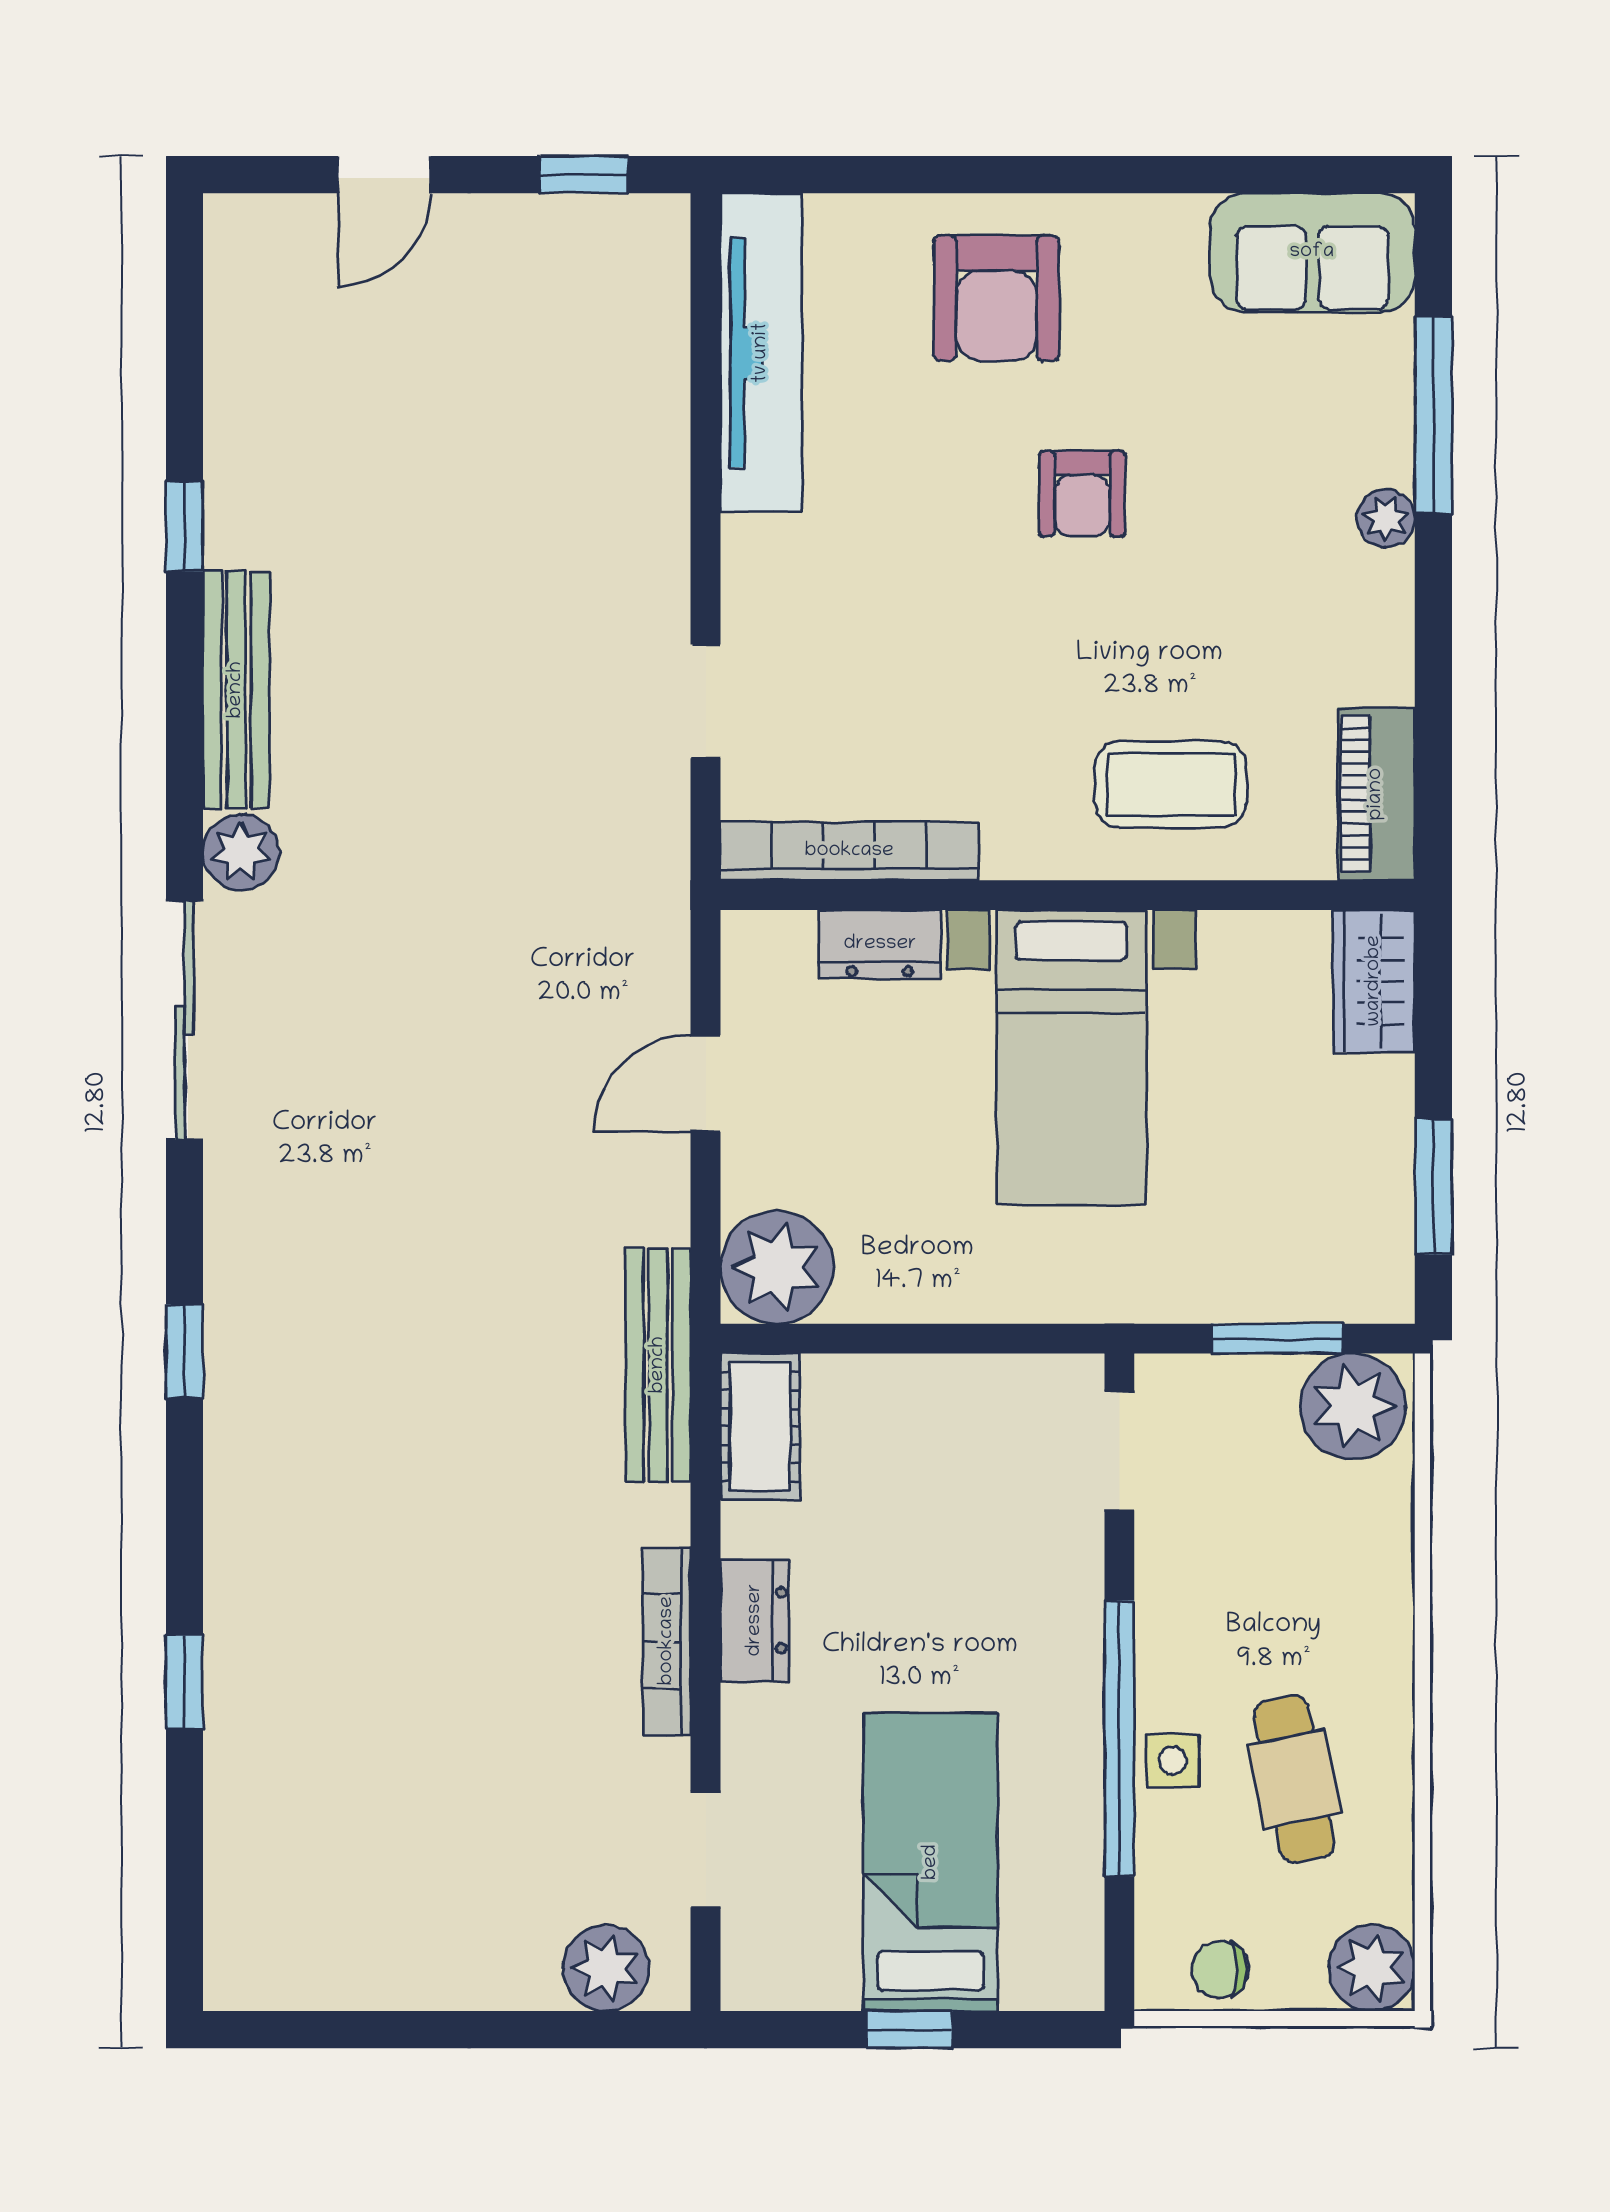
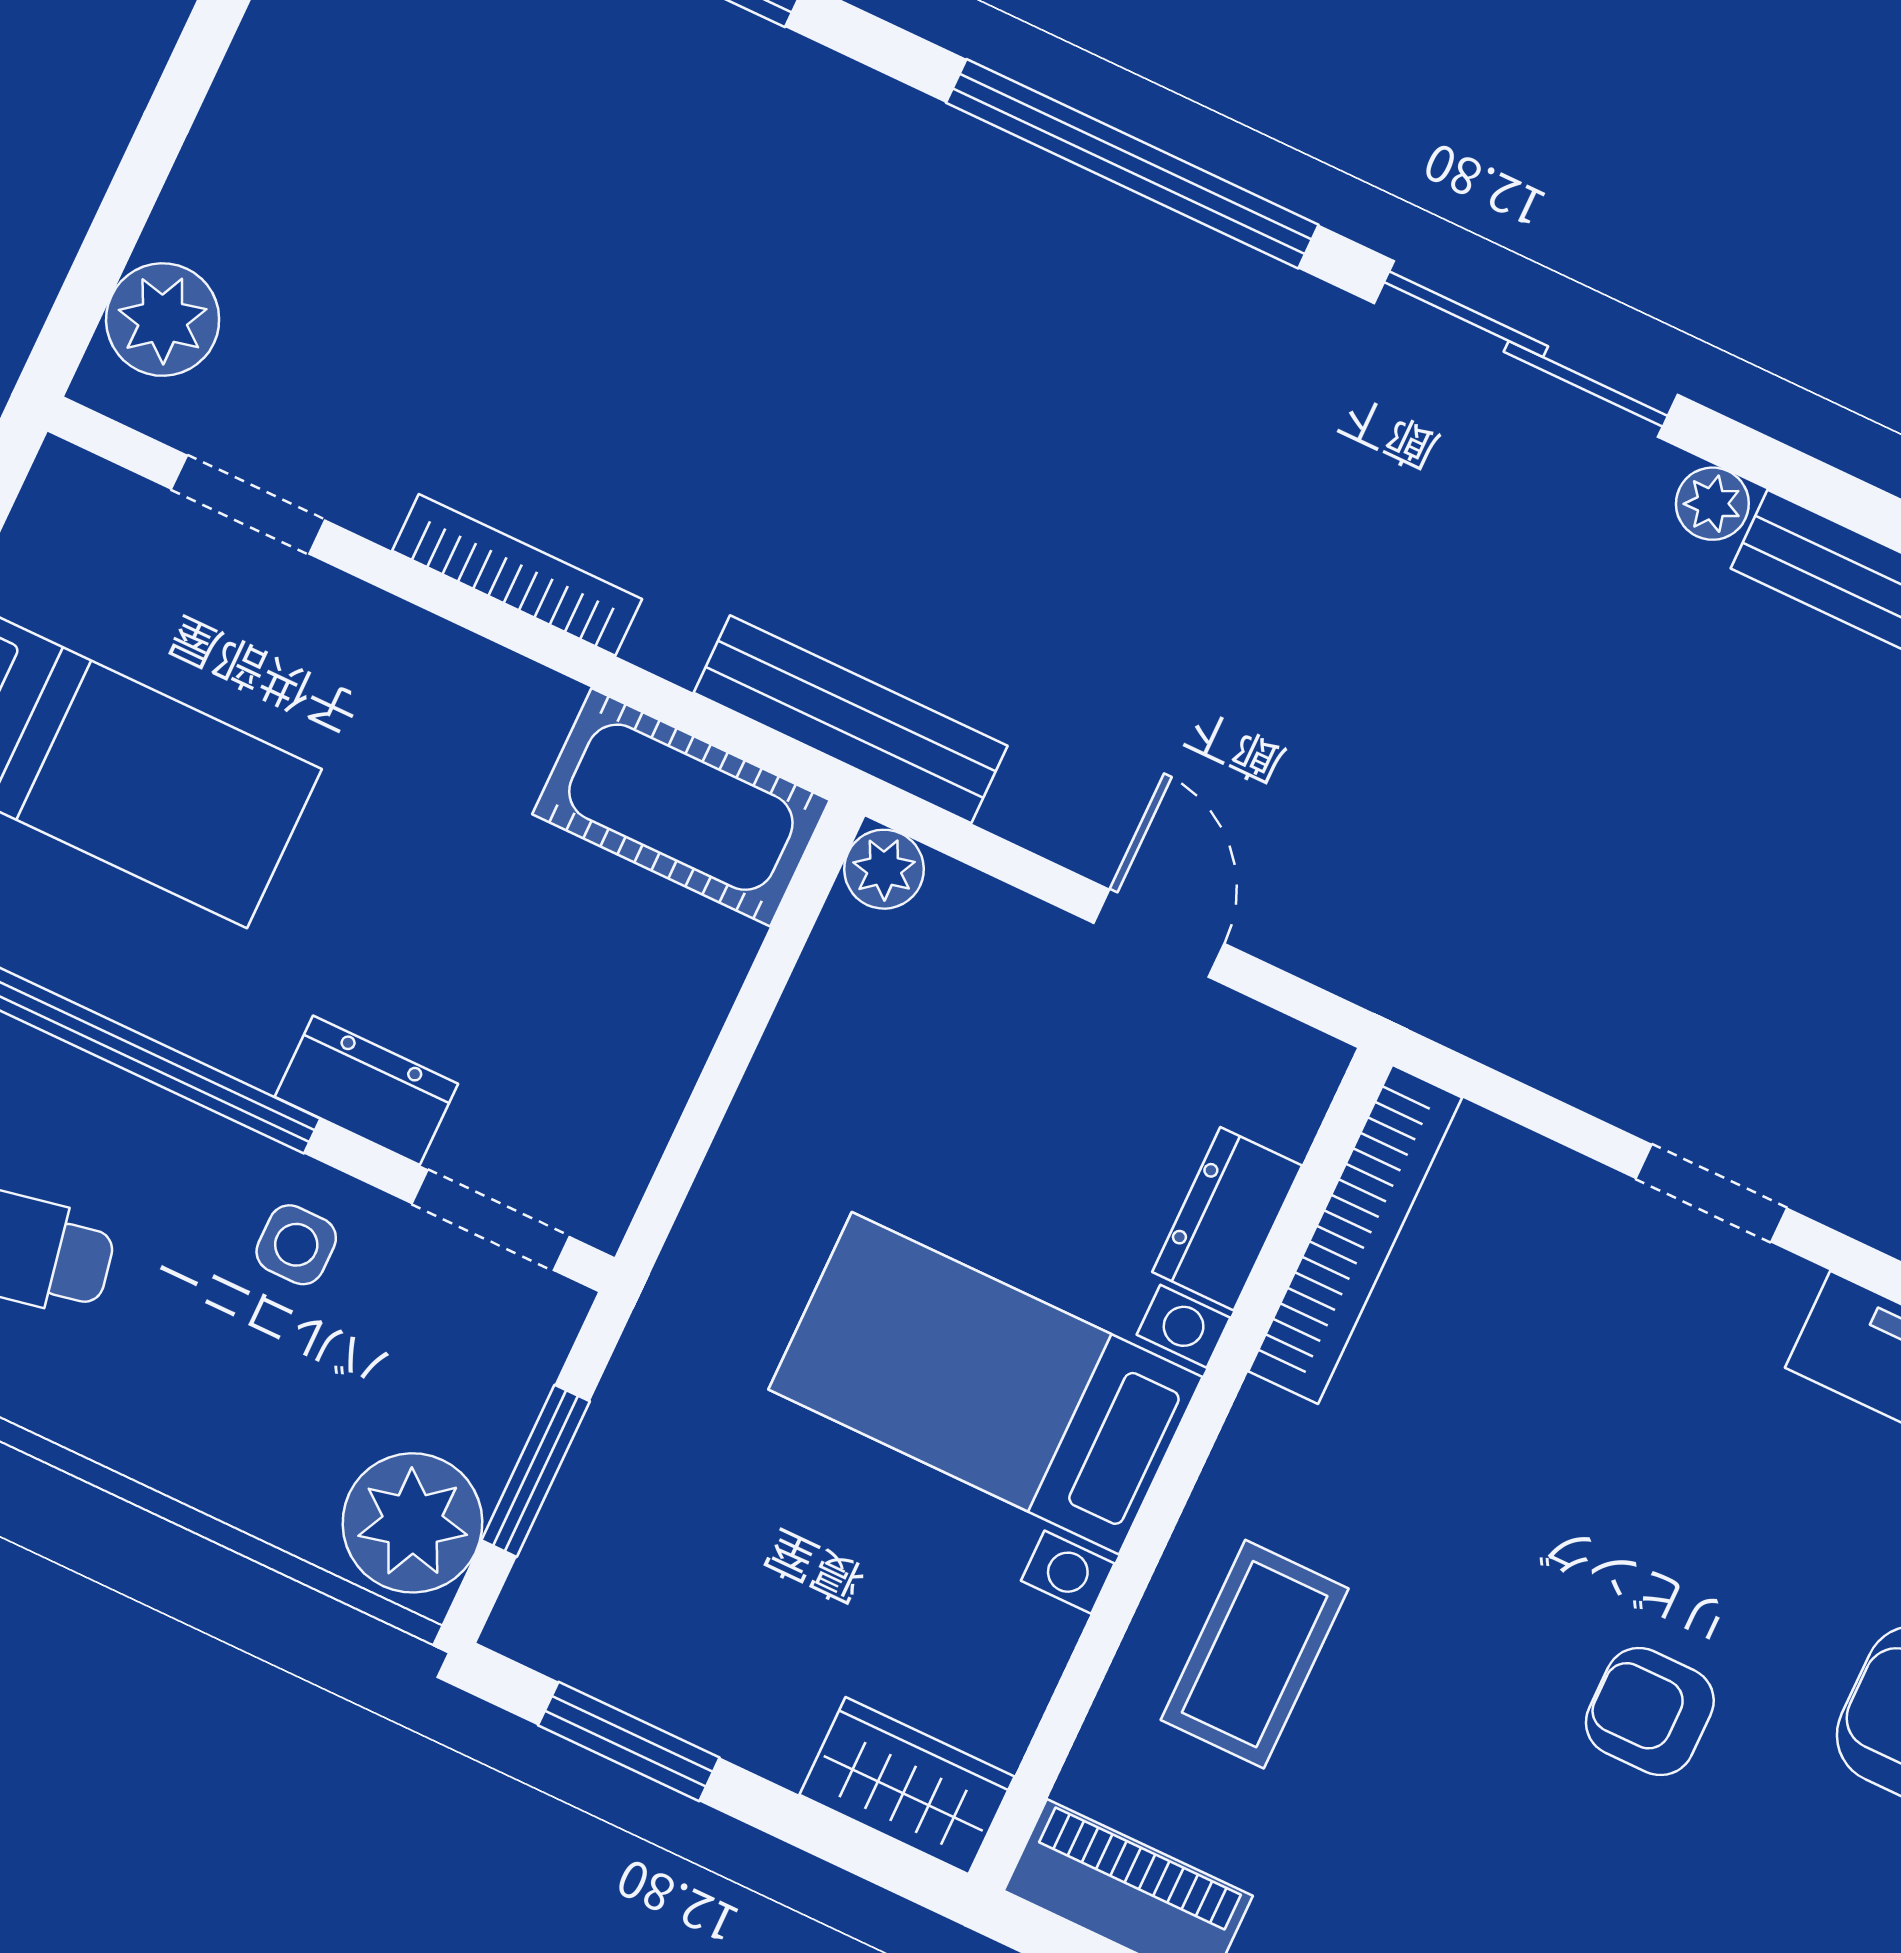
doorway: (706, 701) -> (1711, 1193), moved
plant: (241, 852) -> (1712, 504), width x0.73, depth x0.73
plant: (777, 1267) -> (884, 869), width x0.53, depth x0.53
window: (185, 1351) -> (1132, 164), width x3.17
cot: (760, 1426) -> (681, 807), width x1.37, depth x1.34
dresser: (755, 1620) -> (366, 1090), moved, turned 180
side table: (1173, 1761) -> (296, 1245), moved

